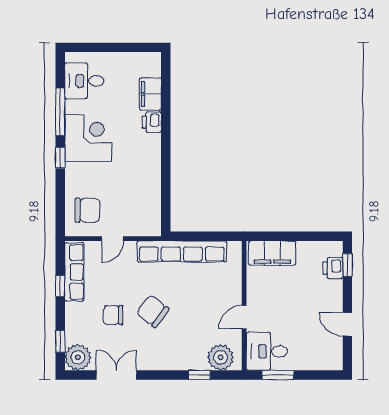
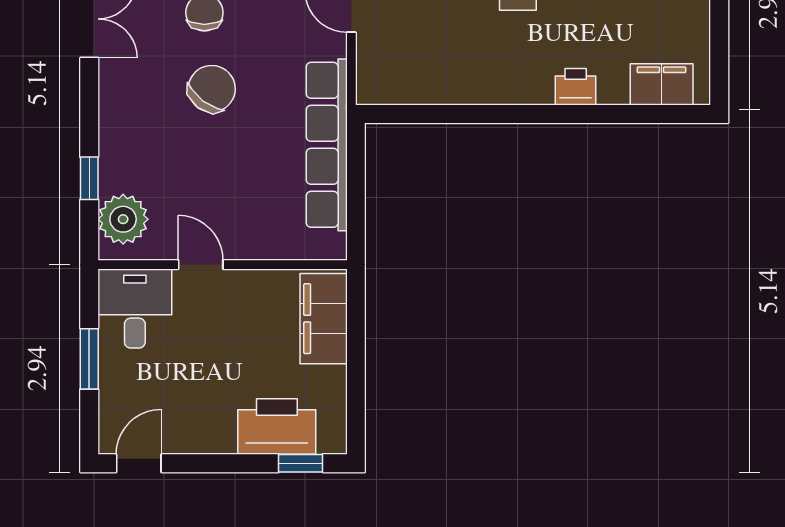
filing cabinet: (150, 94) -> (662, 84), moved
printer: (333, 268) -> (277, 426), width x1.87, depth x1.48
door: (347, 324) -> (139, 463), moved
window: (278, 375) -> (89, 359), moved

